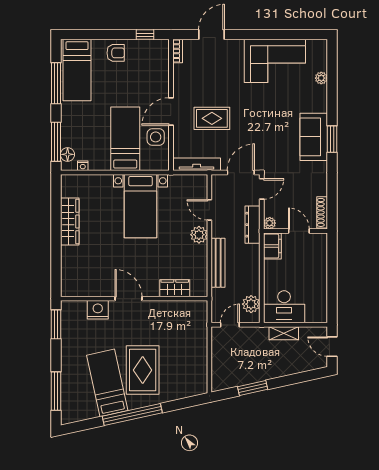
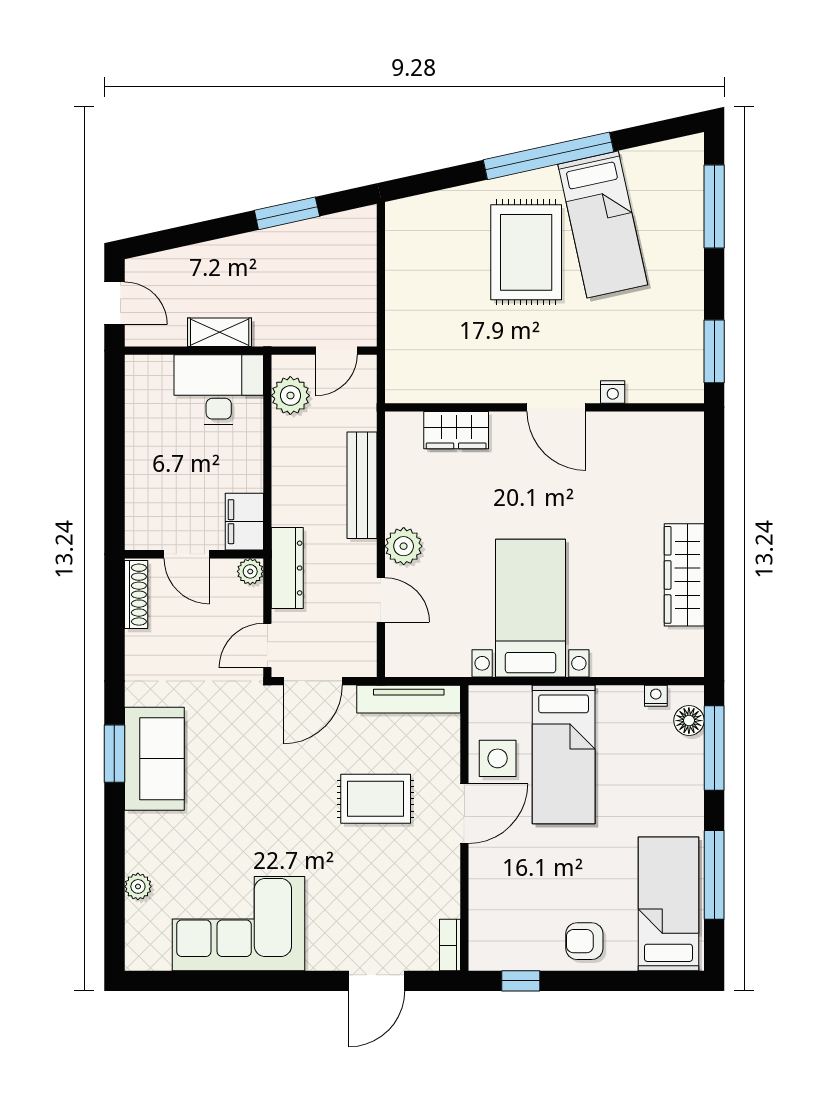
nightstand: (98, 310) -> (613, 392), width x0.53, depth x0.56

